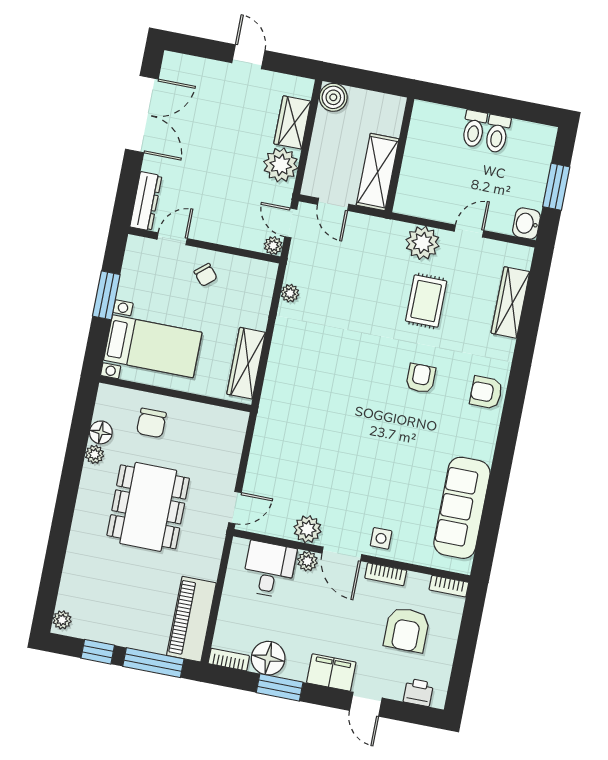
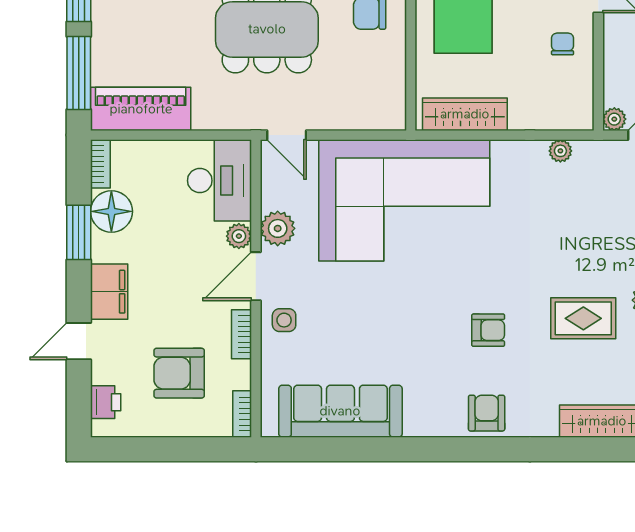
chair: (206, 275) -> (563, 44), turned 130
corner sofa: (305, 425) -> (404, 200), added
desk: (269, 570) -> (220, 181), width x1.37

